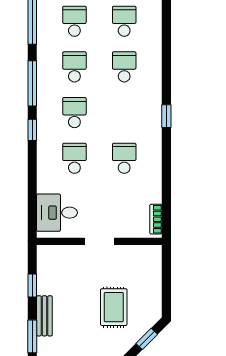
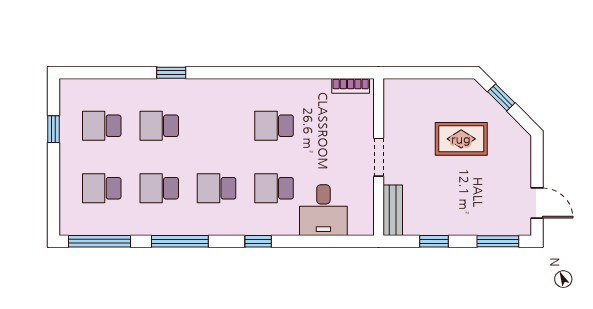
window: (166, 116) -> (171, 73), moved
window: (32, 130) -> (258, 241), moved
desk: (57, 213) -> (323, 210), moved
bench: (44, 316) -> (393, 210), moved, turned 90

